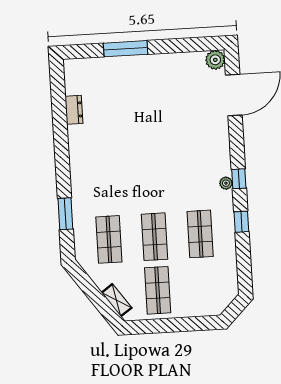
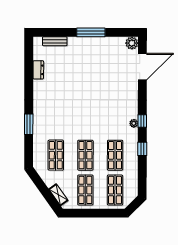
window: (126, 49) -> (91, 32), moved
bench: (97, 64) -> (55, 41), added
window: (65, 214) -> (29, 124), moved
shop shelf: (203, 288) -> (115, 190), added

